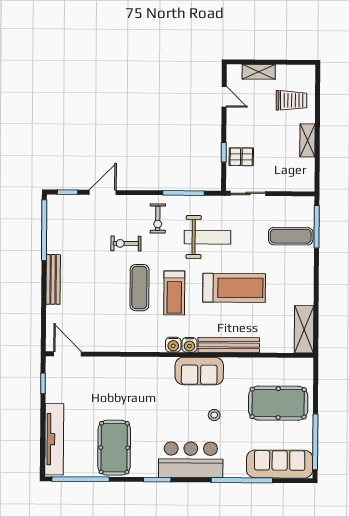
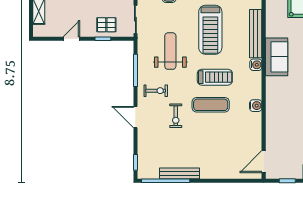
door: (224, 97) -> (71, 39), moved
pallet: (241, 157) -> (106, 25), turned 90
door: (103, 192) -> (135, 117), moved
bench: (53, 279) -> (179, 173), moved
treadmill: (234, 288) -> (210, 30), turned 180
water cooler: (173, 345) -> (256, 106), moved

